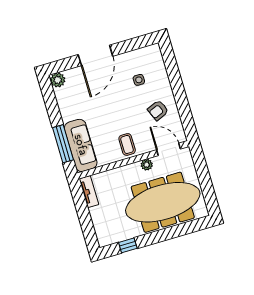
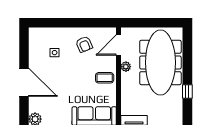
window: (128, 245) -> (187, 91), moved

